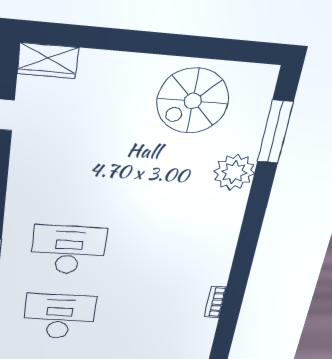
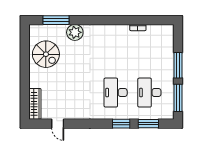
wardrobe: (48, 61) -> (35, 104), width x1.50

